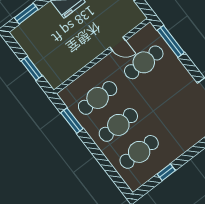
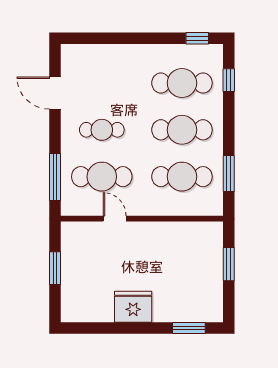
cafe table: (165, 89) -> (102, 130), added
window: (166, 172) -> (197, 38), moved
window: (113, 174) -> (229, 80), added

